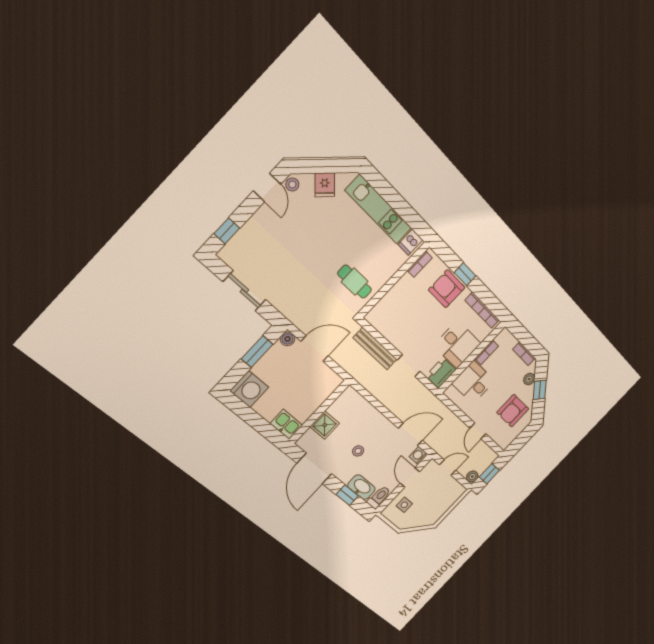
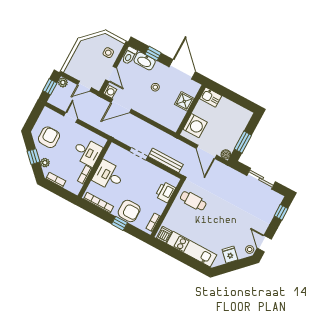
door: (315, 349) -> (206, 152), hinge flipped
printer: (441, 373) -> (165, 192), moved, turned 180
washing machine: (249, 389) -> (195, 126), moved, turned 180

